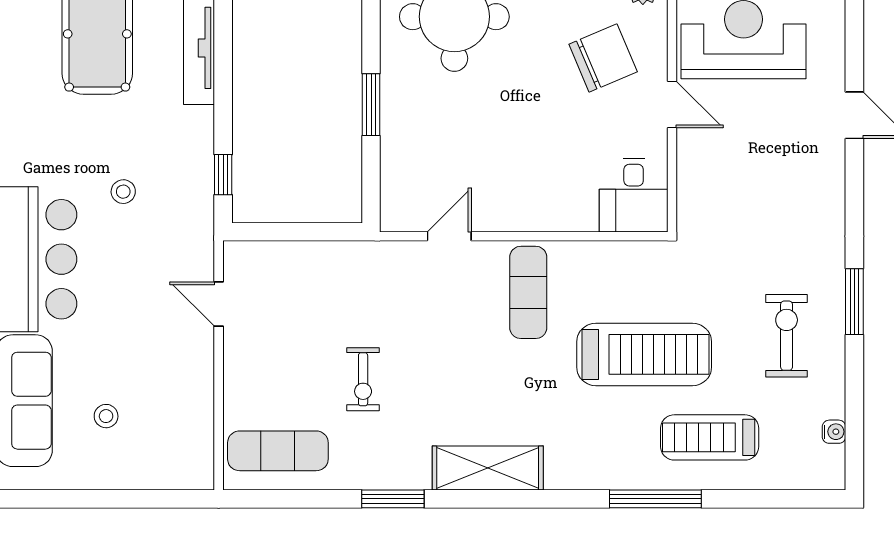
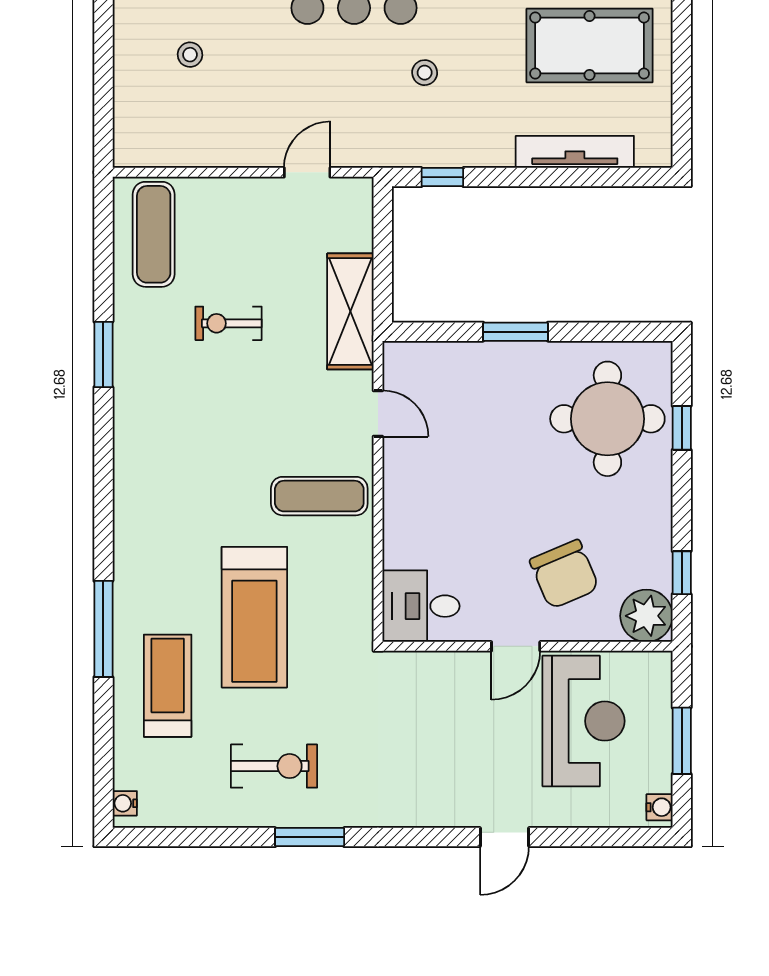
water cooler: (834, 432) -> (125, 803), moved, turned 90
shelving: (488, 468) -> (350, 311), moved

